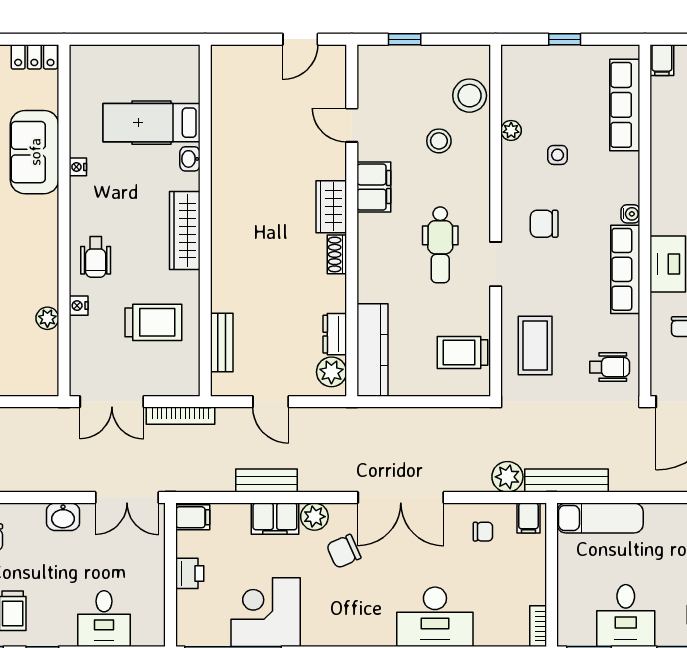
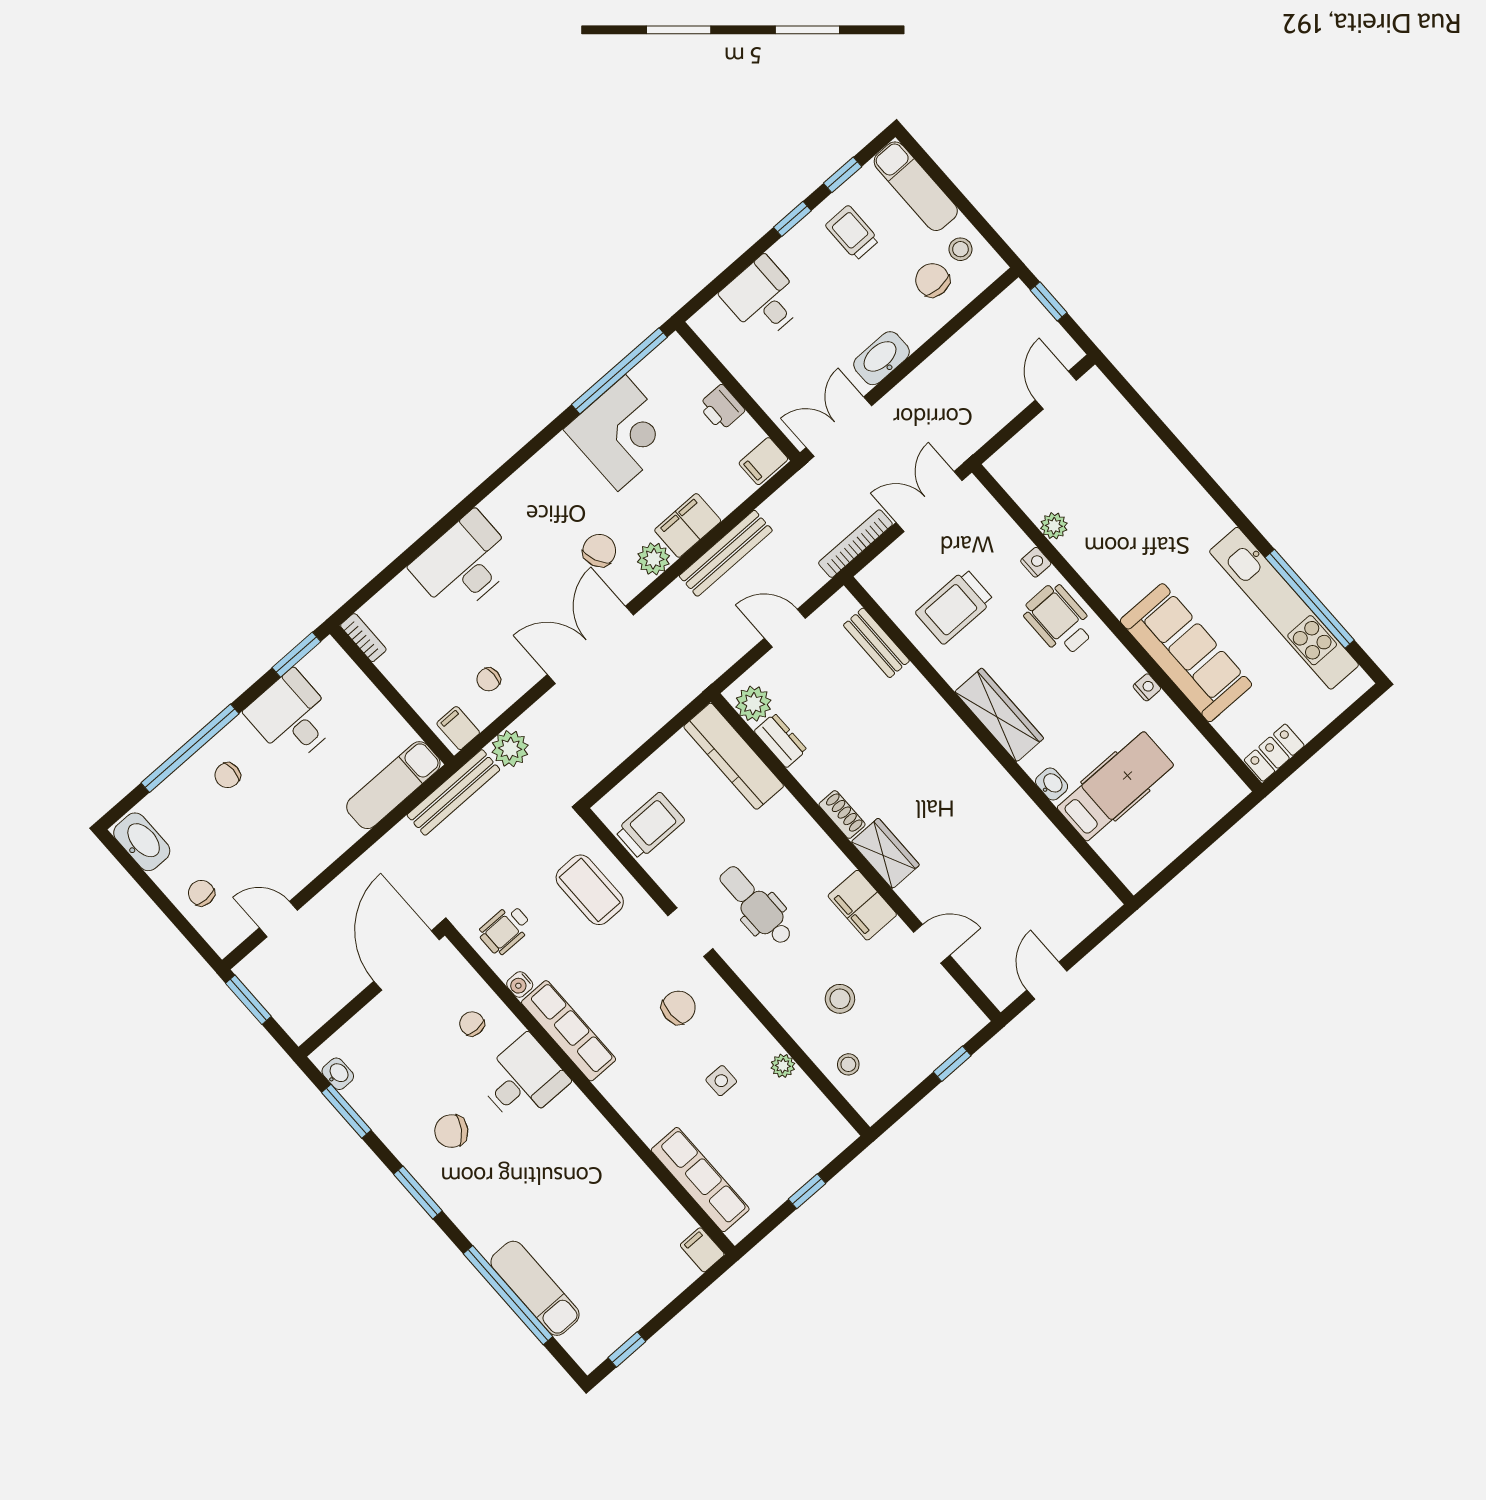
stool: (470, 96) -> (848, 1064), width x0.53, depth x0.53
sofa: (35, 152) -> (1186, 653), width x1.36
water cooler: (630, 214) -> (520, 985), moved
wheelchair: (96, 257) -> (1059, 620), width x1.36, depth x1.37
bench: (266, 481) -> (726, 553), width x1.36
washbasin: (63, 517) -> (882, 358), width x1.38

